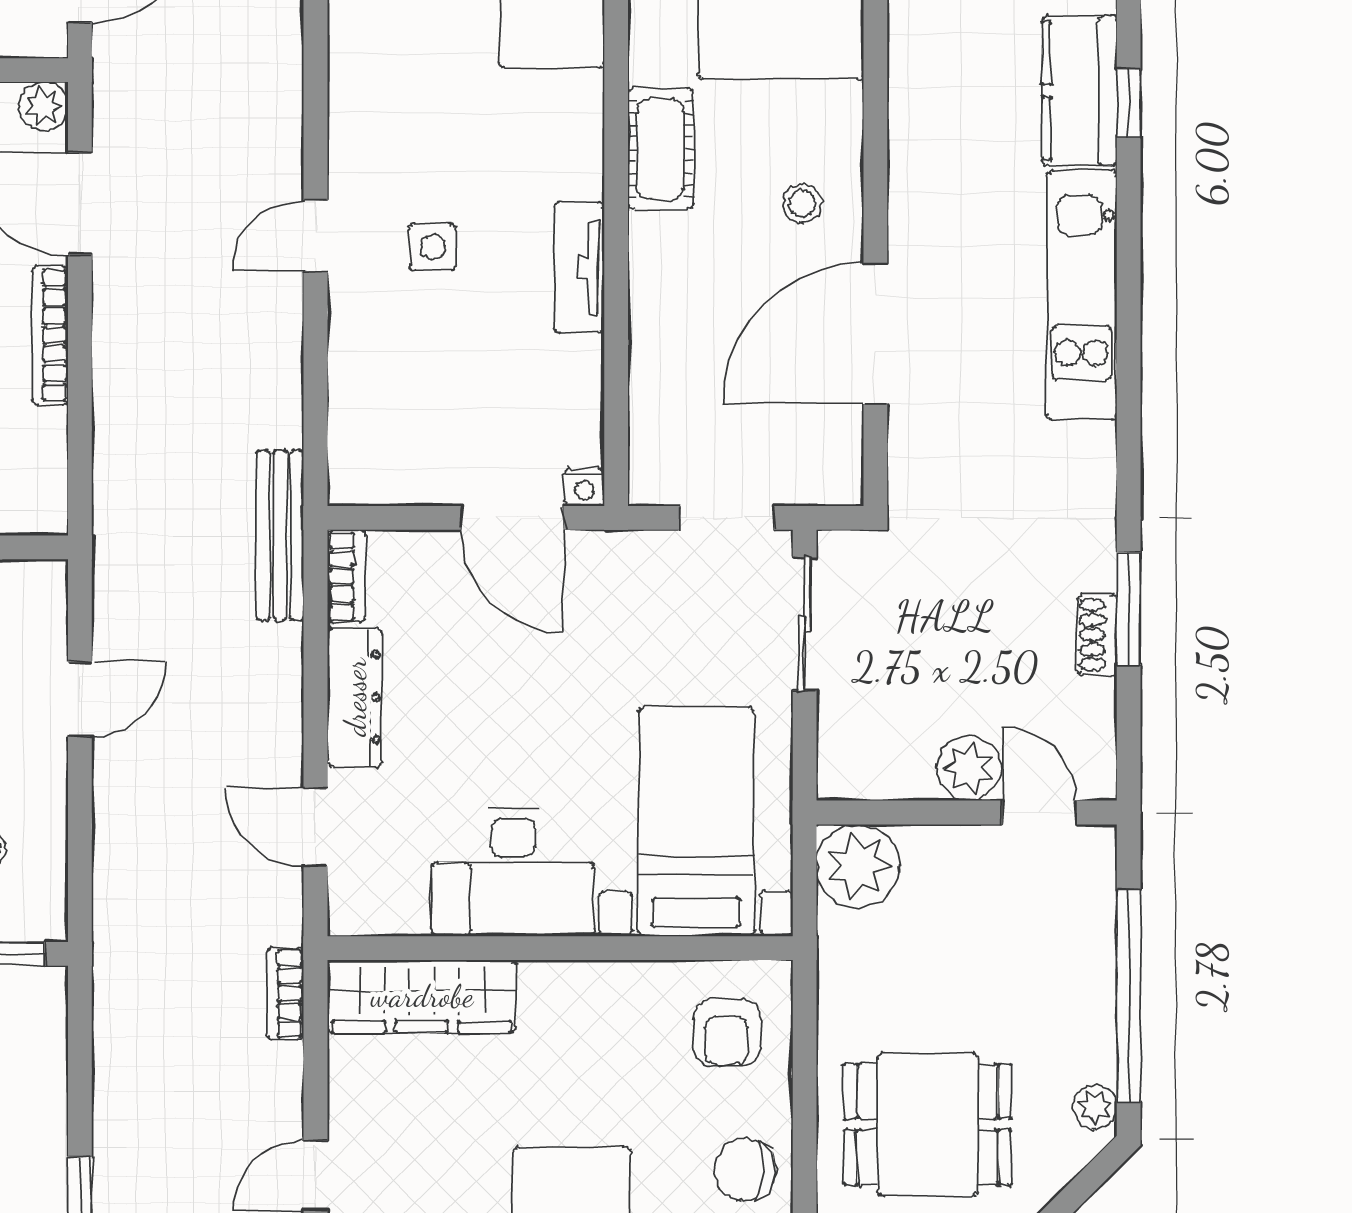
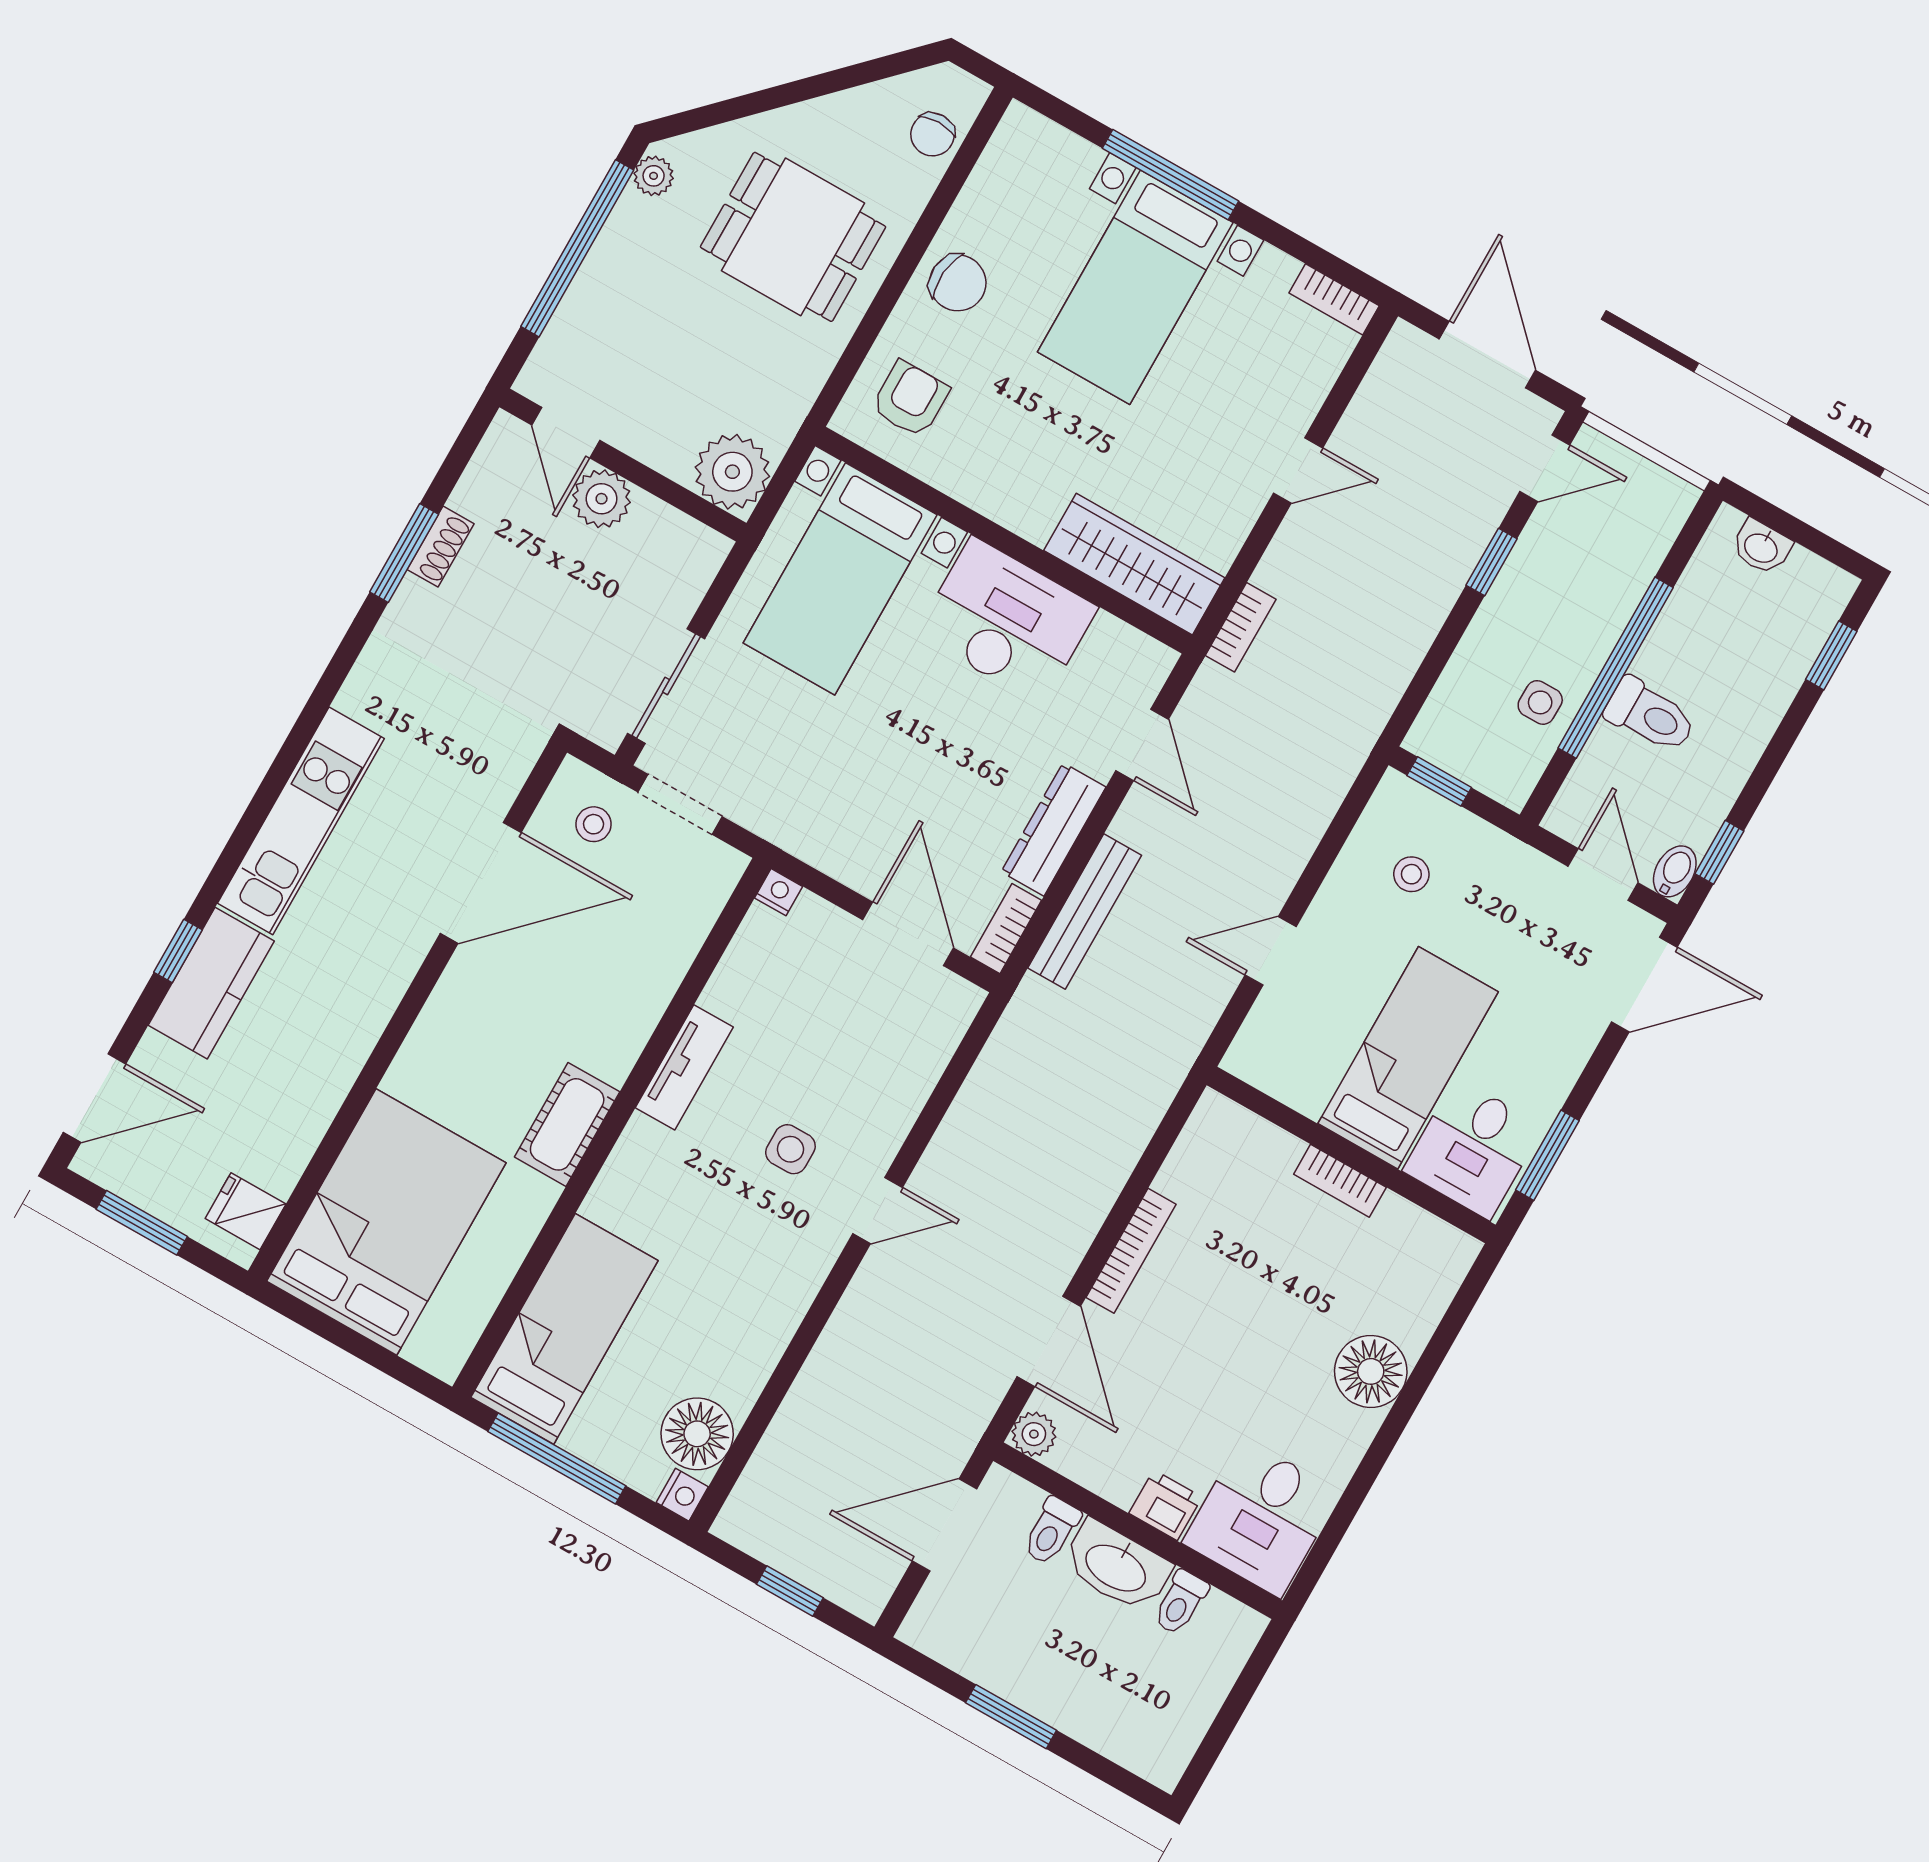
stool: (802, 203) -> (594, 824), moved
door: (512, 518) -> (908, 934), moved
bench: (280, 535) -> (1085, 912), moved

